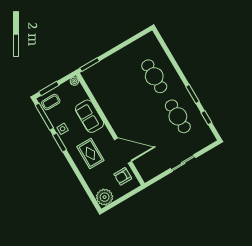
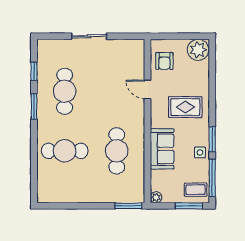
cafe table: (154, 76) -> (65, 151), turned 90
cafe table: (119, 97) -> (117, 151), added
door: (123, 150) -> (147, 89), width x0.53
rug: (90, 154) -> (185, 107), turned 90
armchair: (123, 176) -> (164, 61), turned 90

